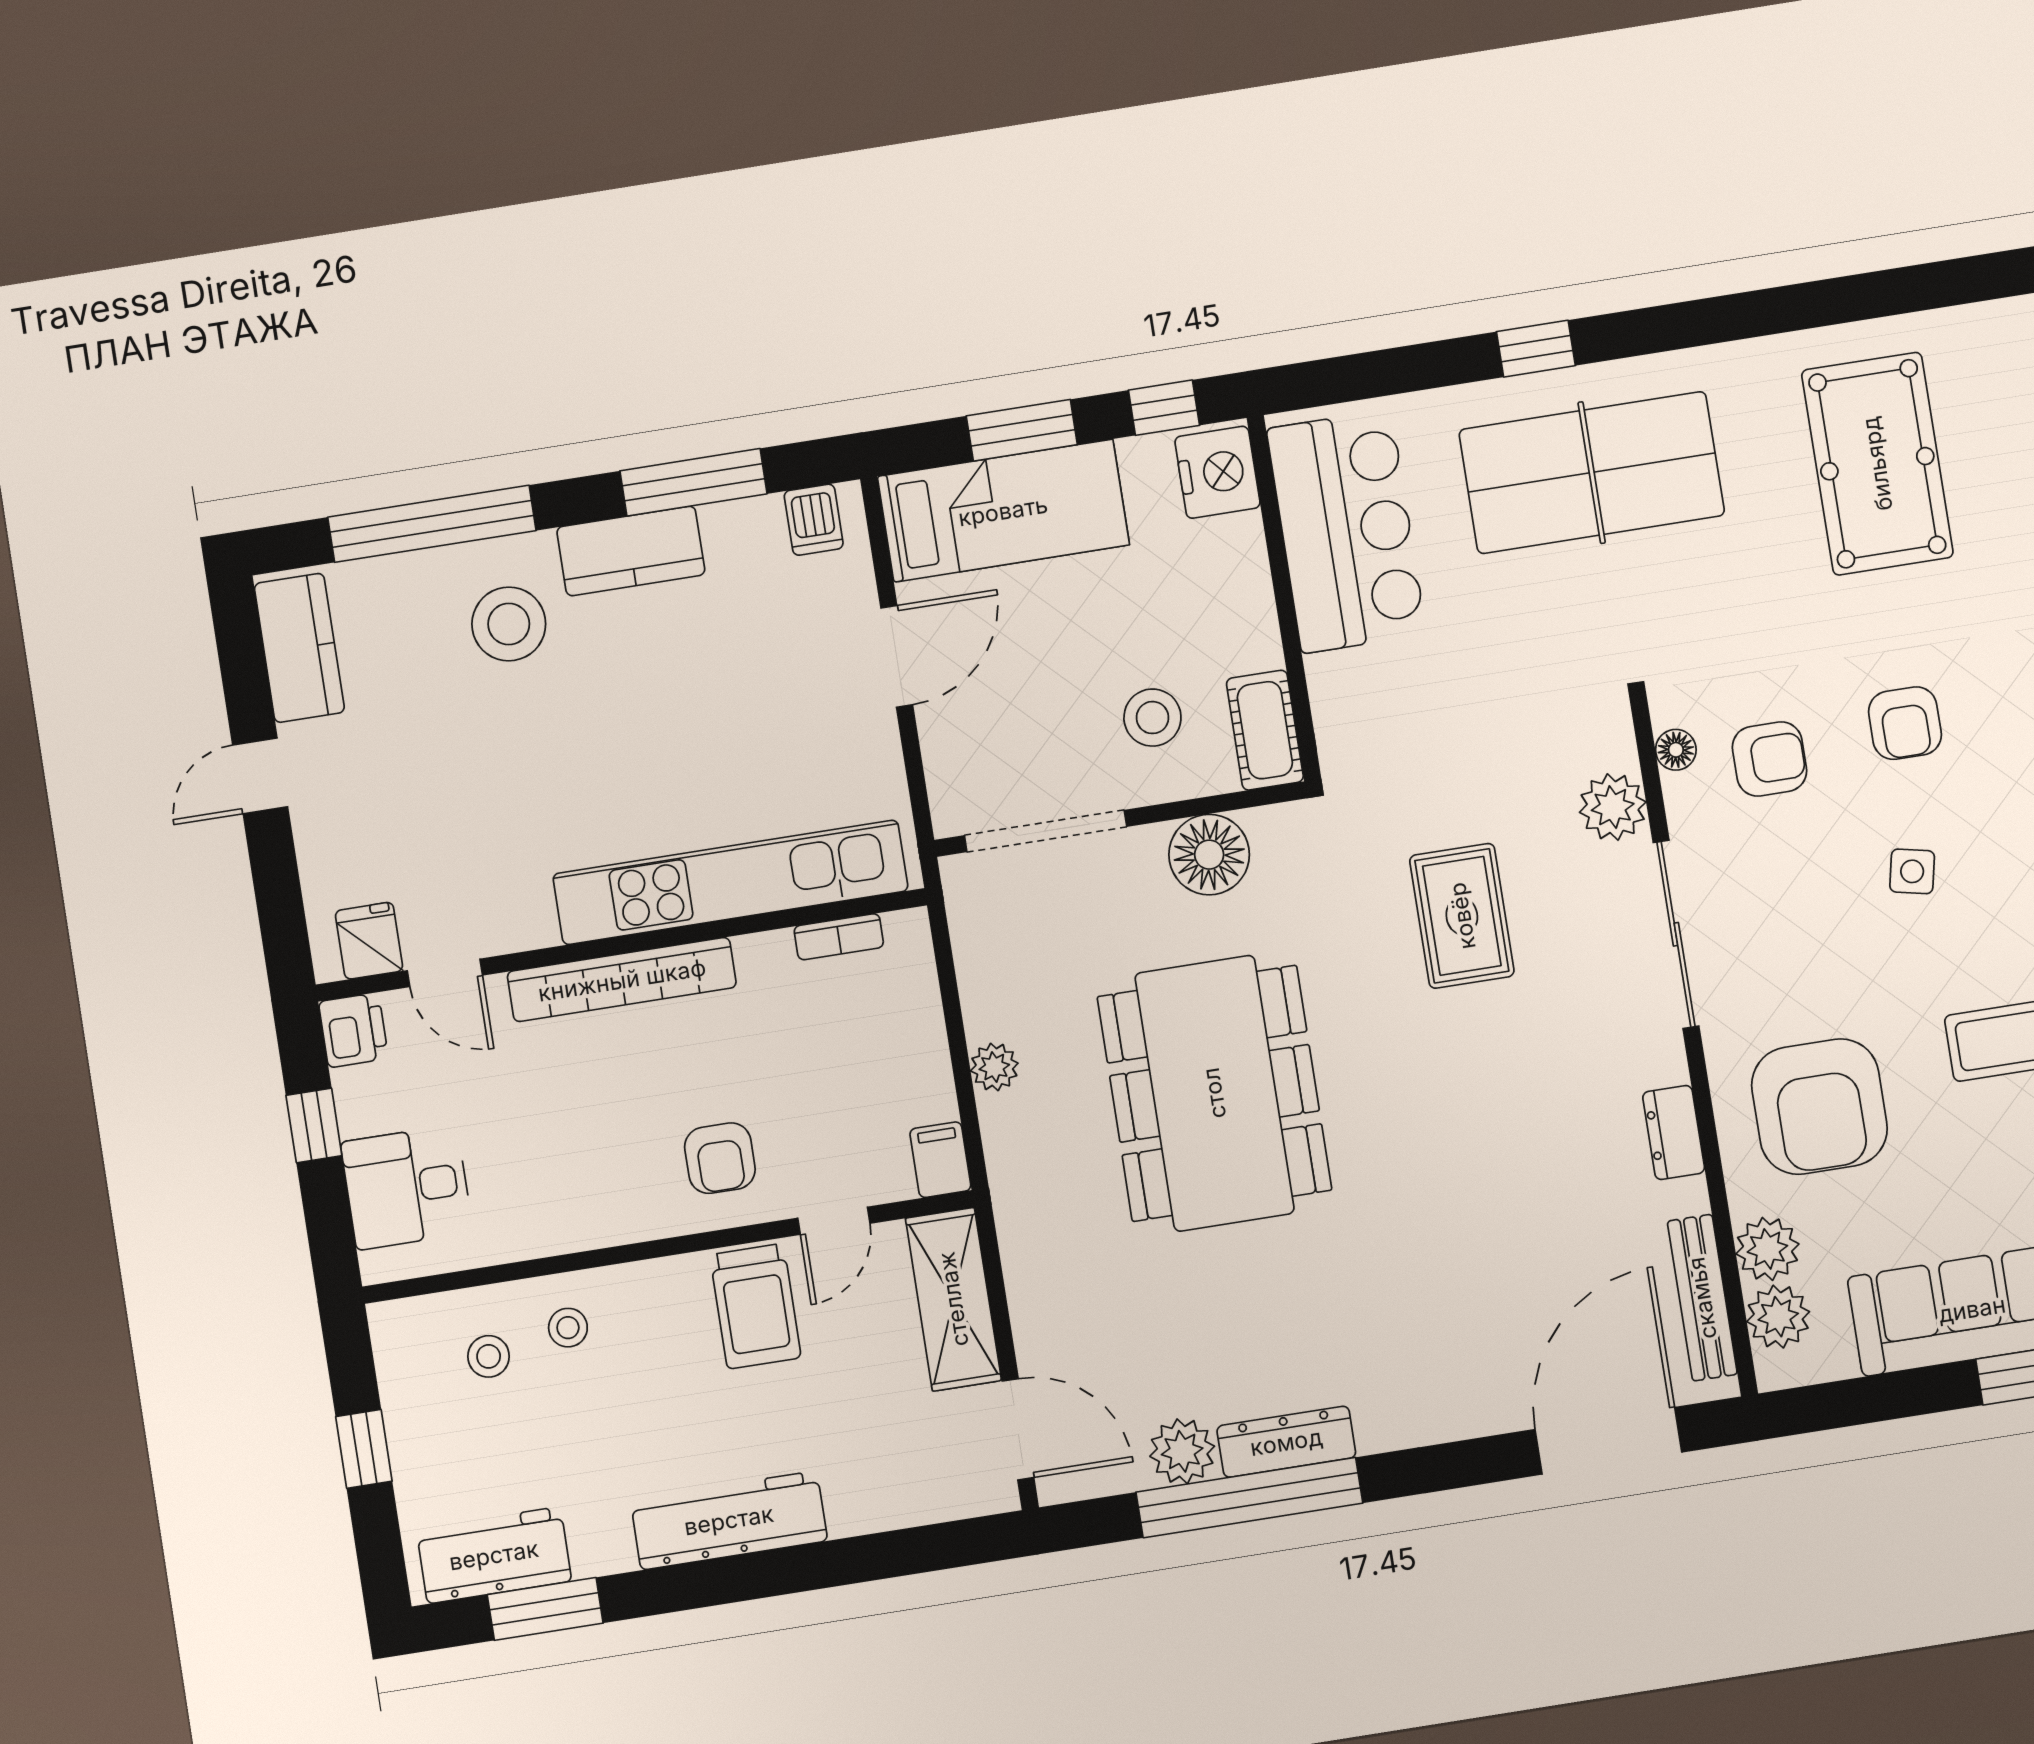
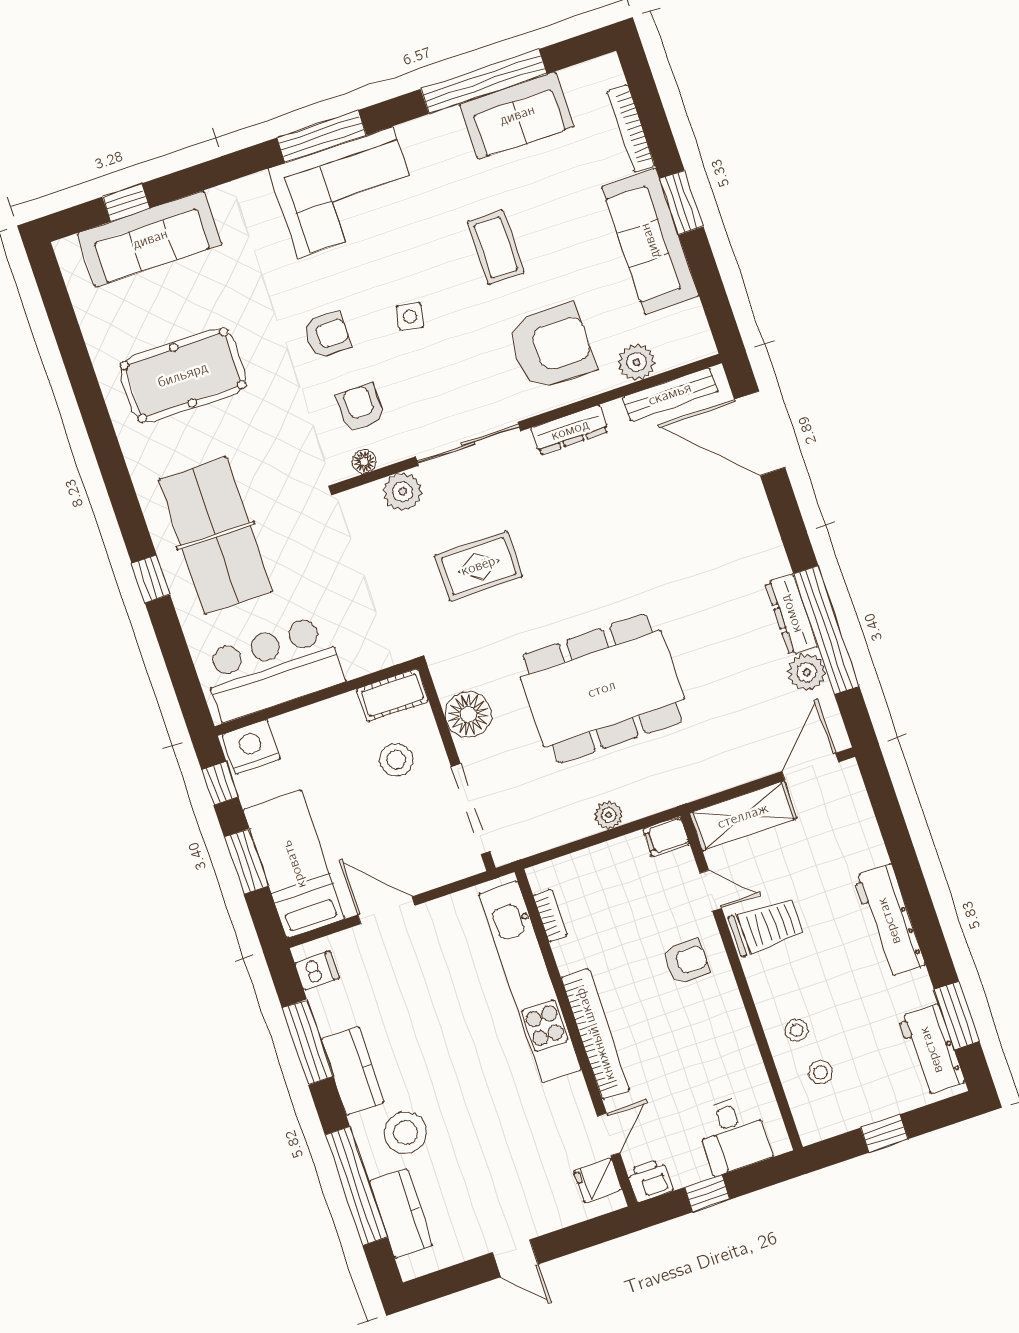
kitchen counter: (299, 648) -> (401, 1214), moved, turned 90
dresser: (1674, 1133) -> (570, 430), width x1.44
plant: (1778, 1317) -> (674, 350), removed

